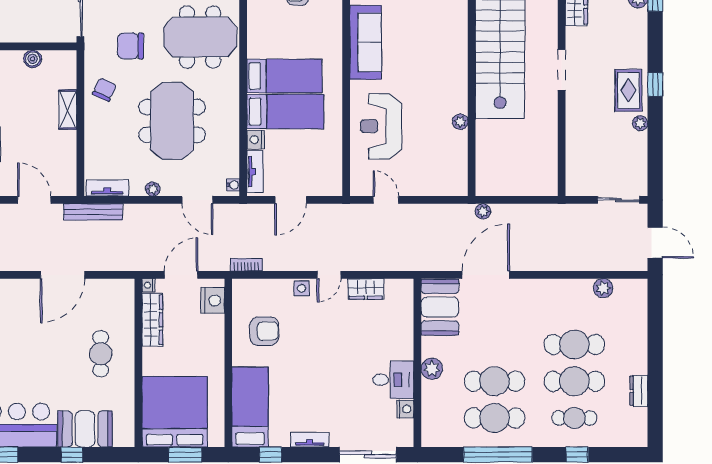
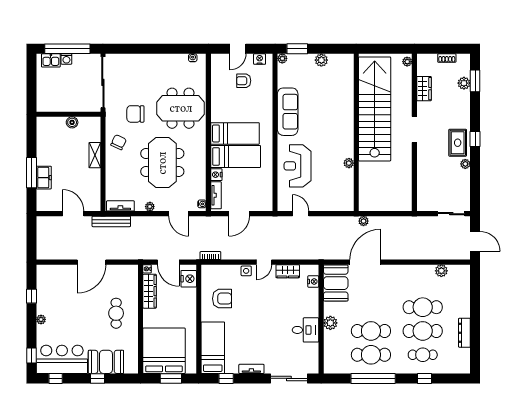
door: (181, 275) -> (168, 262), swing flipped
dresser: (639, 391) -> (464, 333), width x1.44
nightstand: (405, 409) -> (313, 282), moved

